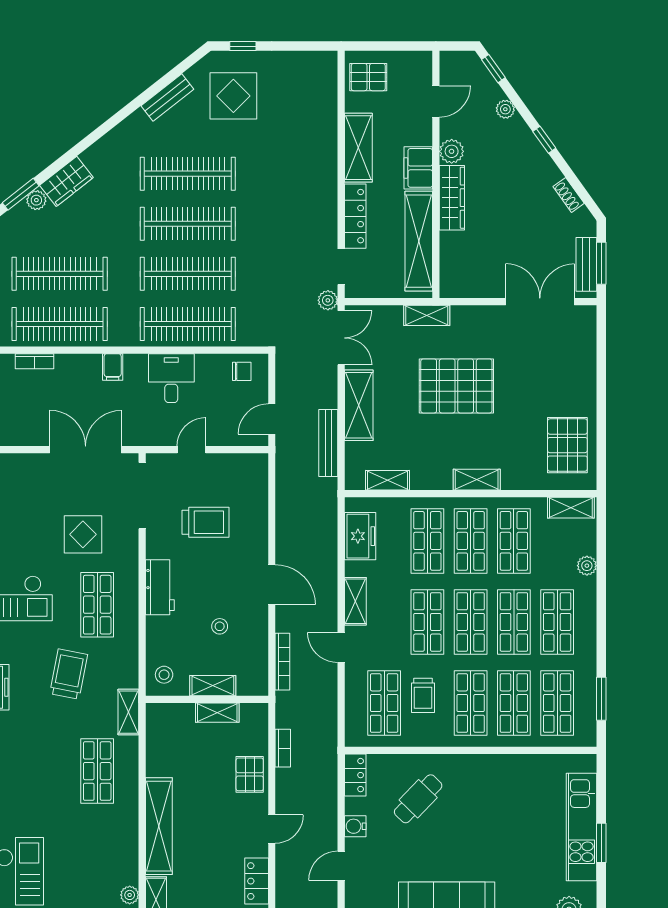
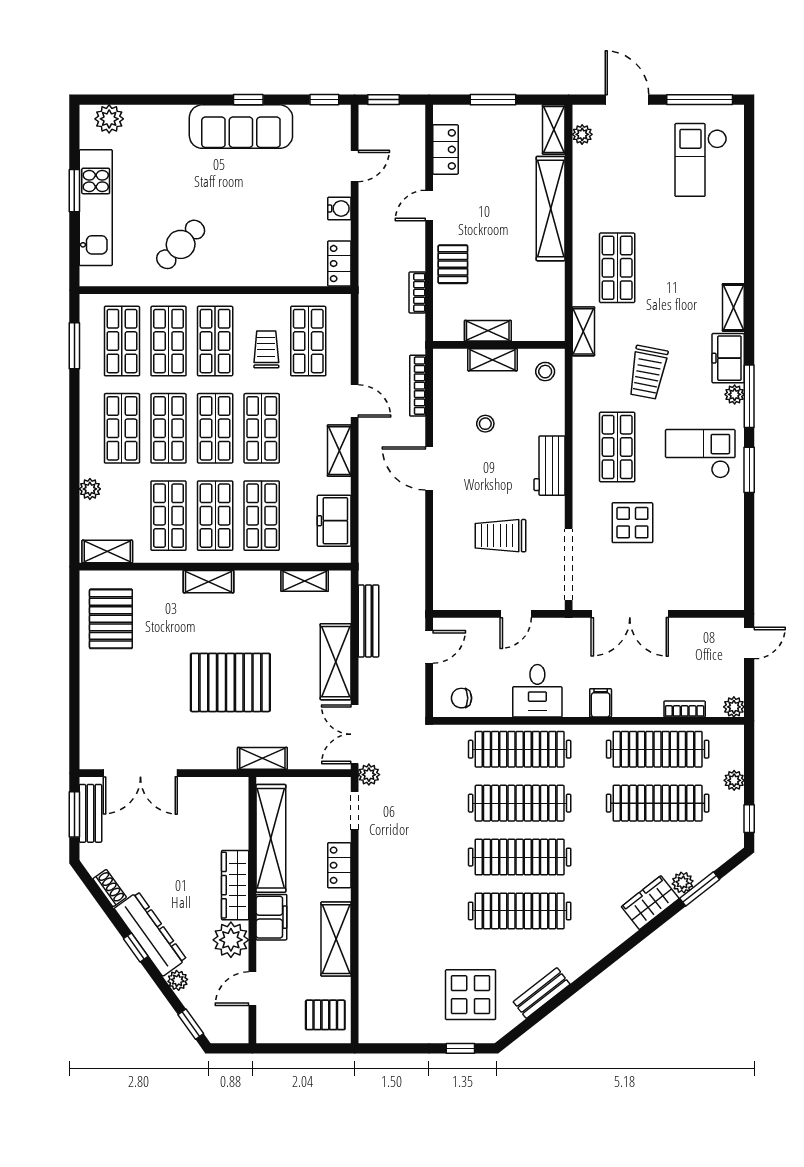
plant: (452, 151) -> (231, 940), width x1.36, depth x1.36
dresser: (531, 152) -> (150, 934), added
locker: (355, 216) -> (339, 865), width x0.66
cafe table: (418, 799) -> (181, 244), moved

